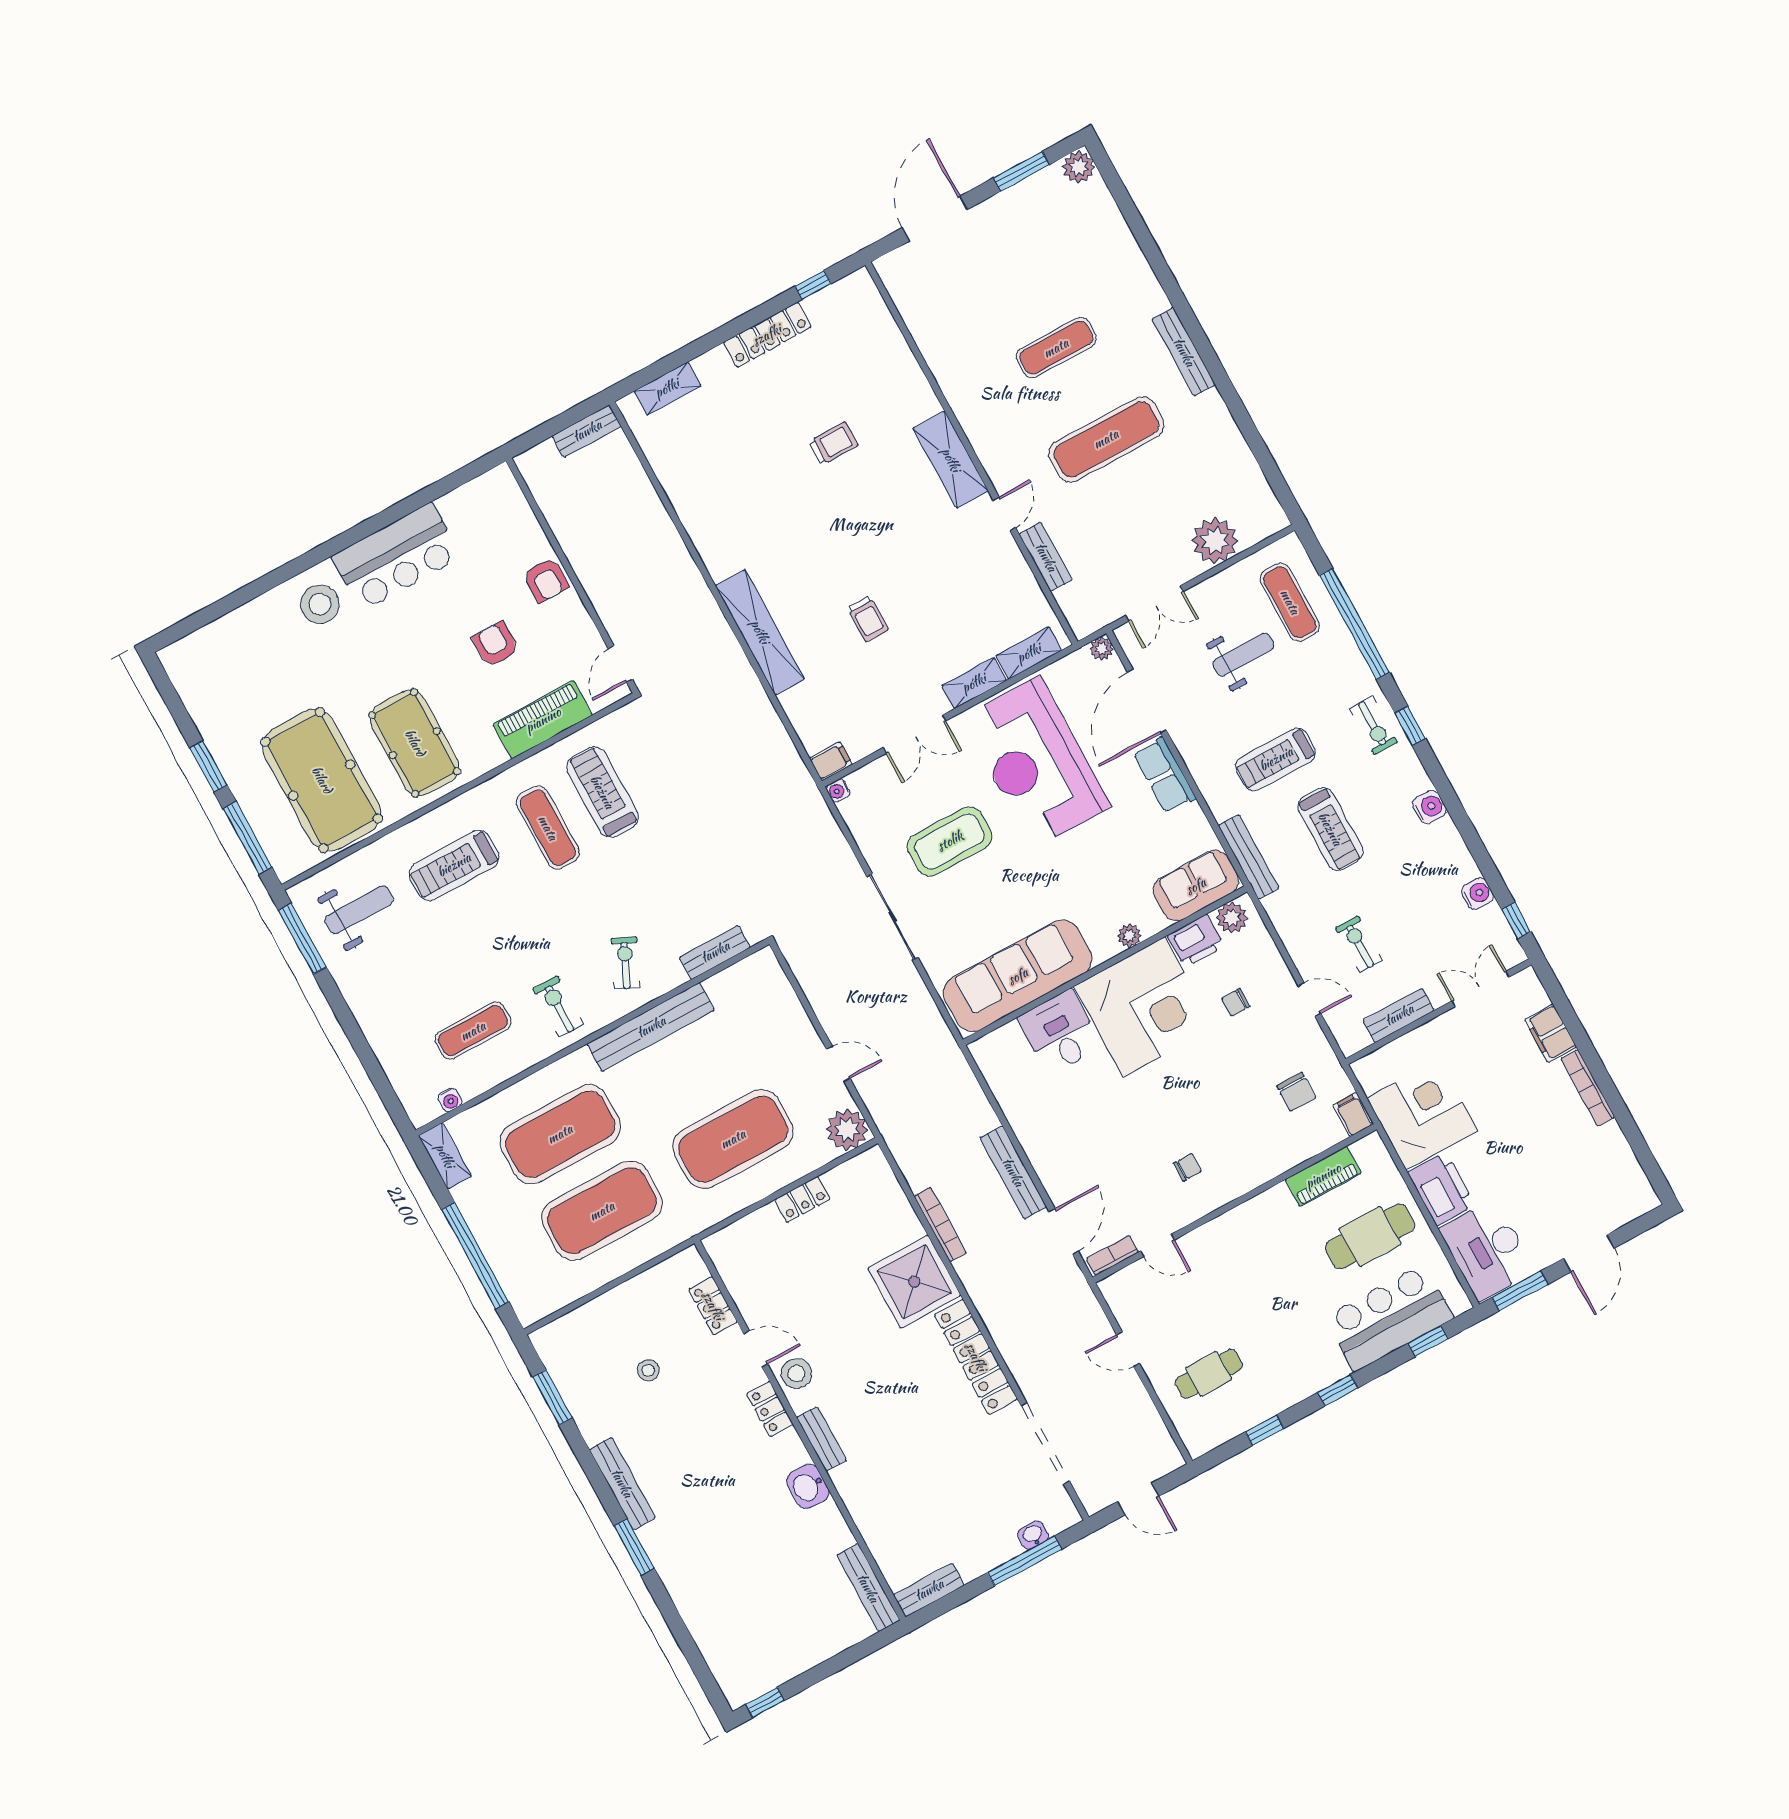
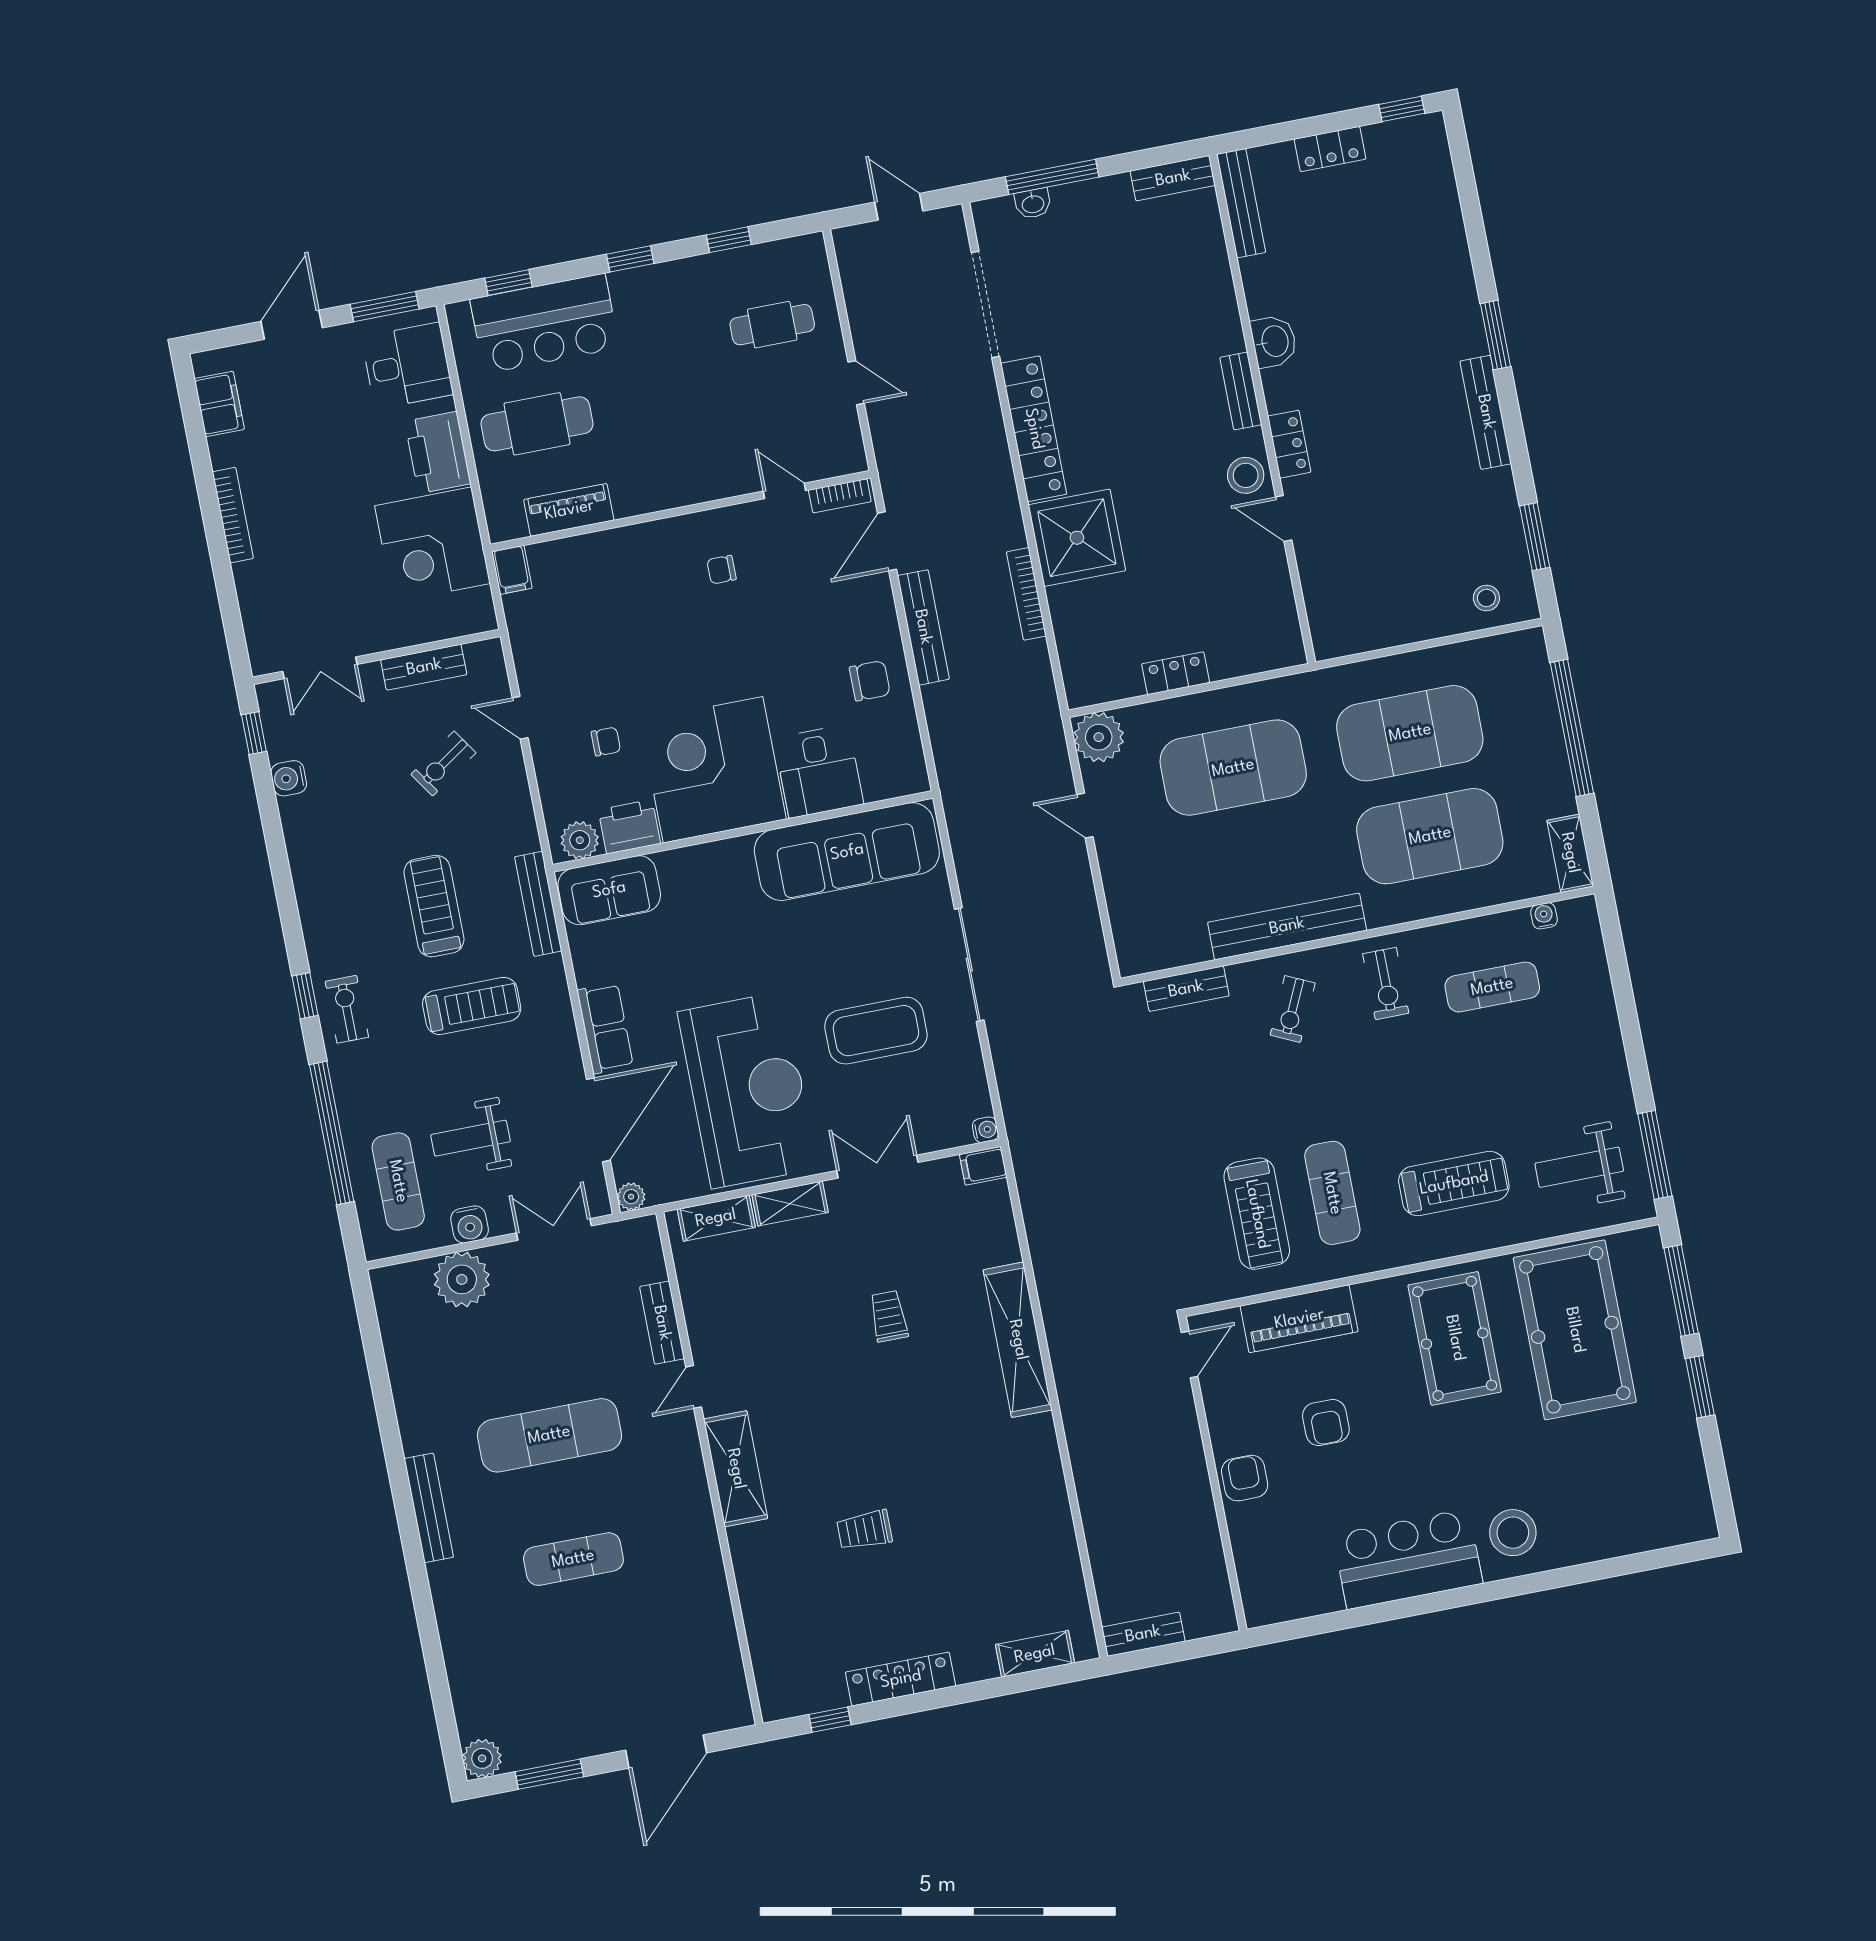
water cooler: (1429, 807) -> (470, 1224), moved, turned -90
plant: (1129, 936) -> (704, 857), removed
exercise bike: (1359, 944) -> (443, 764), turned 56
filing cabinet: (1550, 1033) -> (219, 404), moved
chair: (1296, 1092) -> (870, 681), moved, turned 90
desk: (1487, 1250) -> (407, 366), width x0.73
locker: (713, 1306) -> (1330, 149), moved, turned 90
stool: (648, 1370) -> (1486, 598), moved

